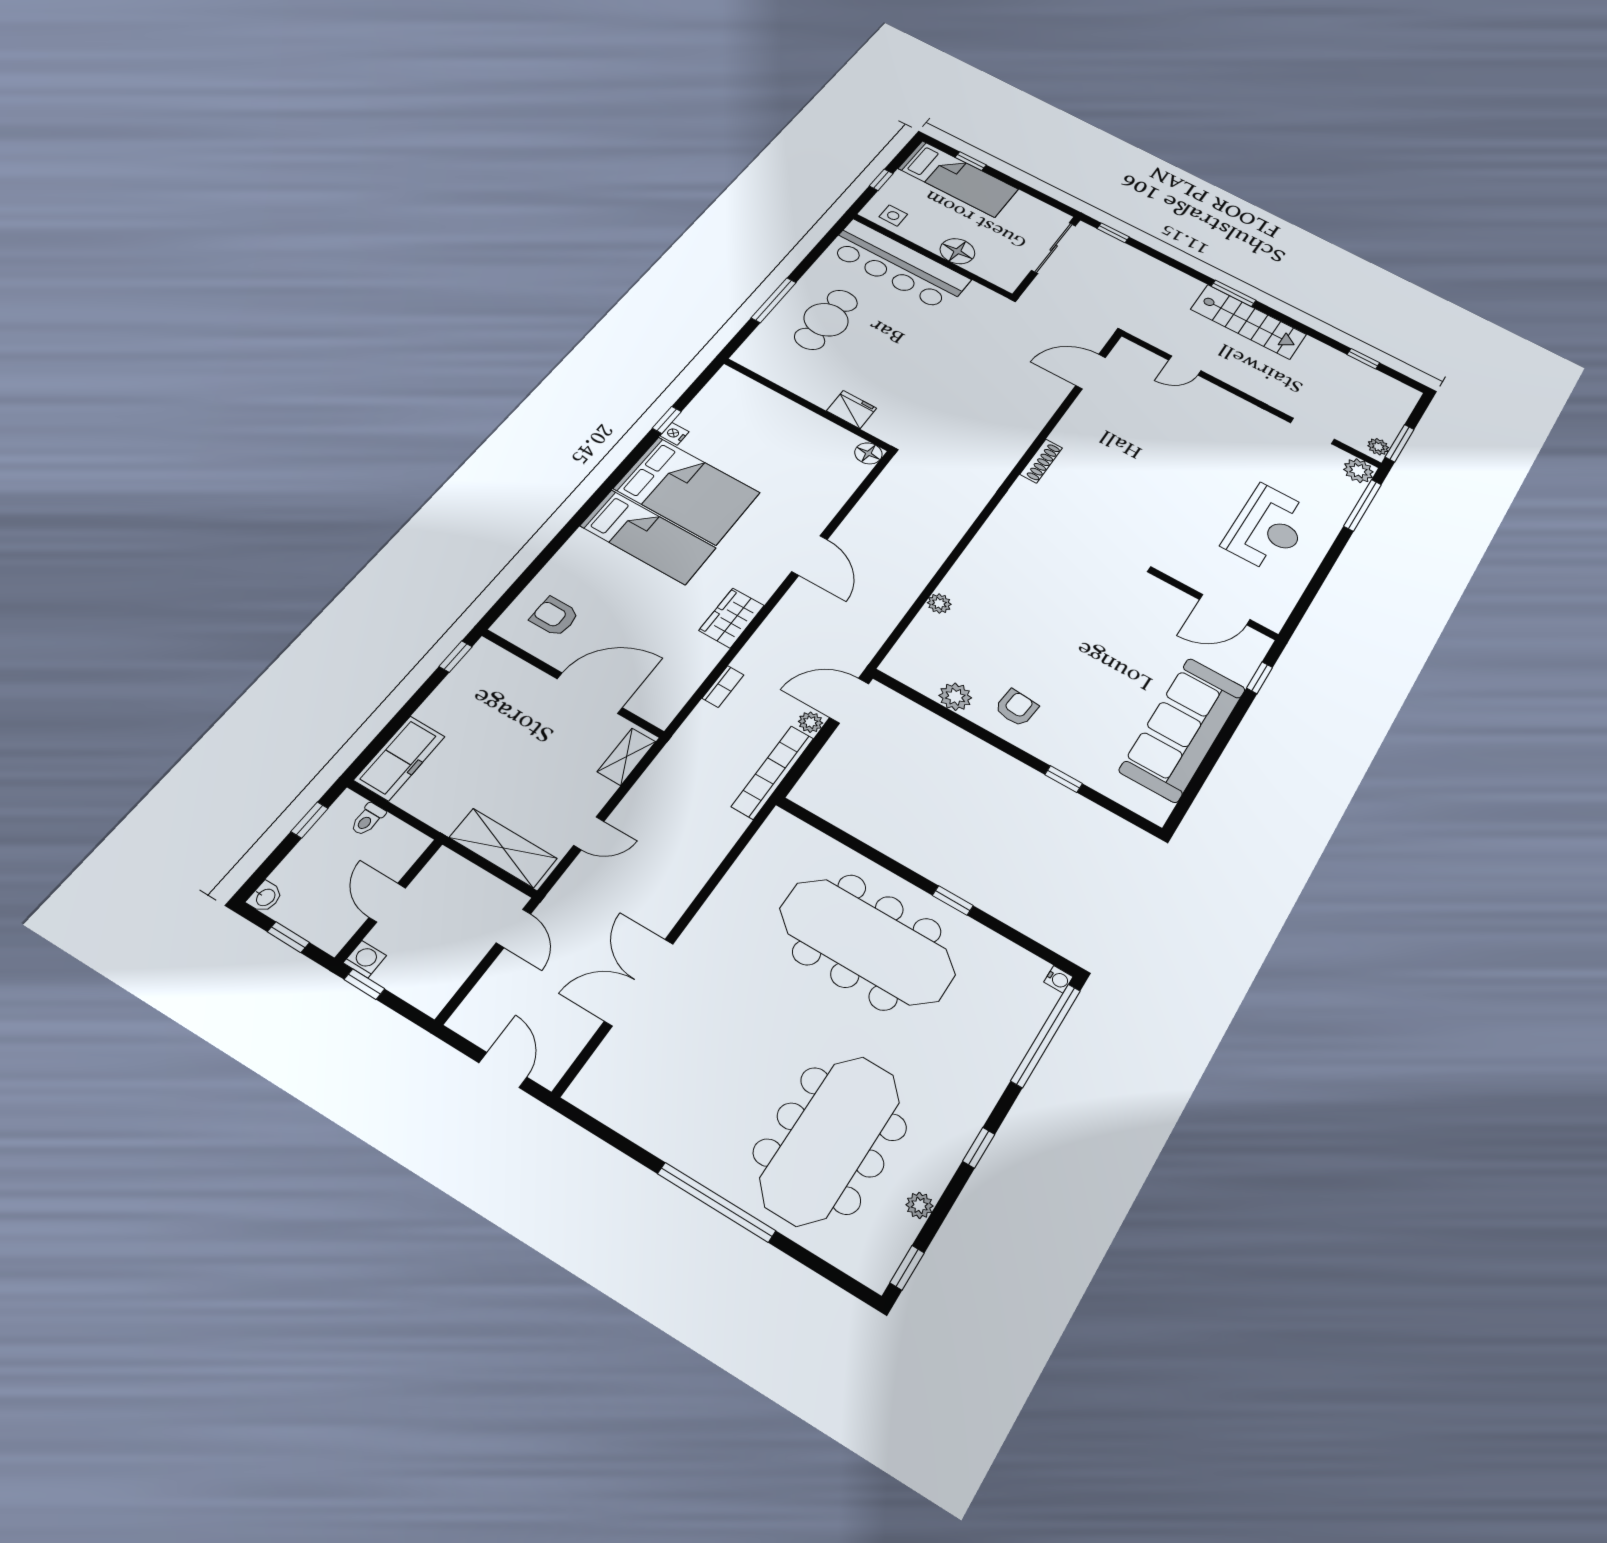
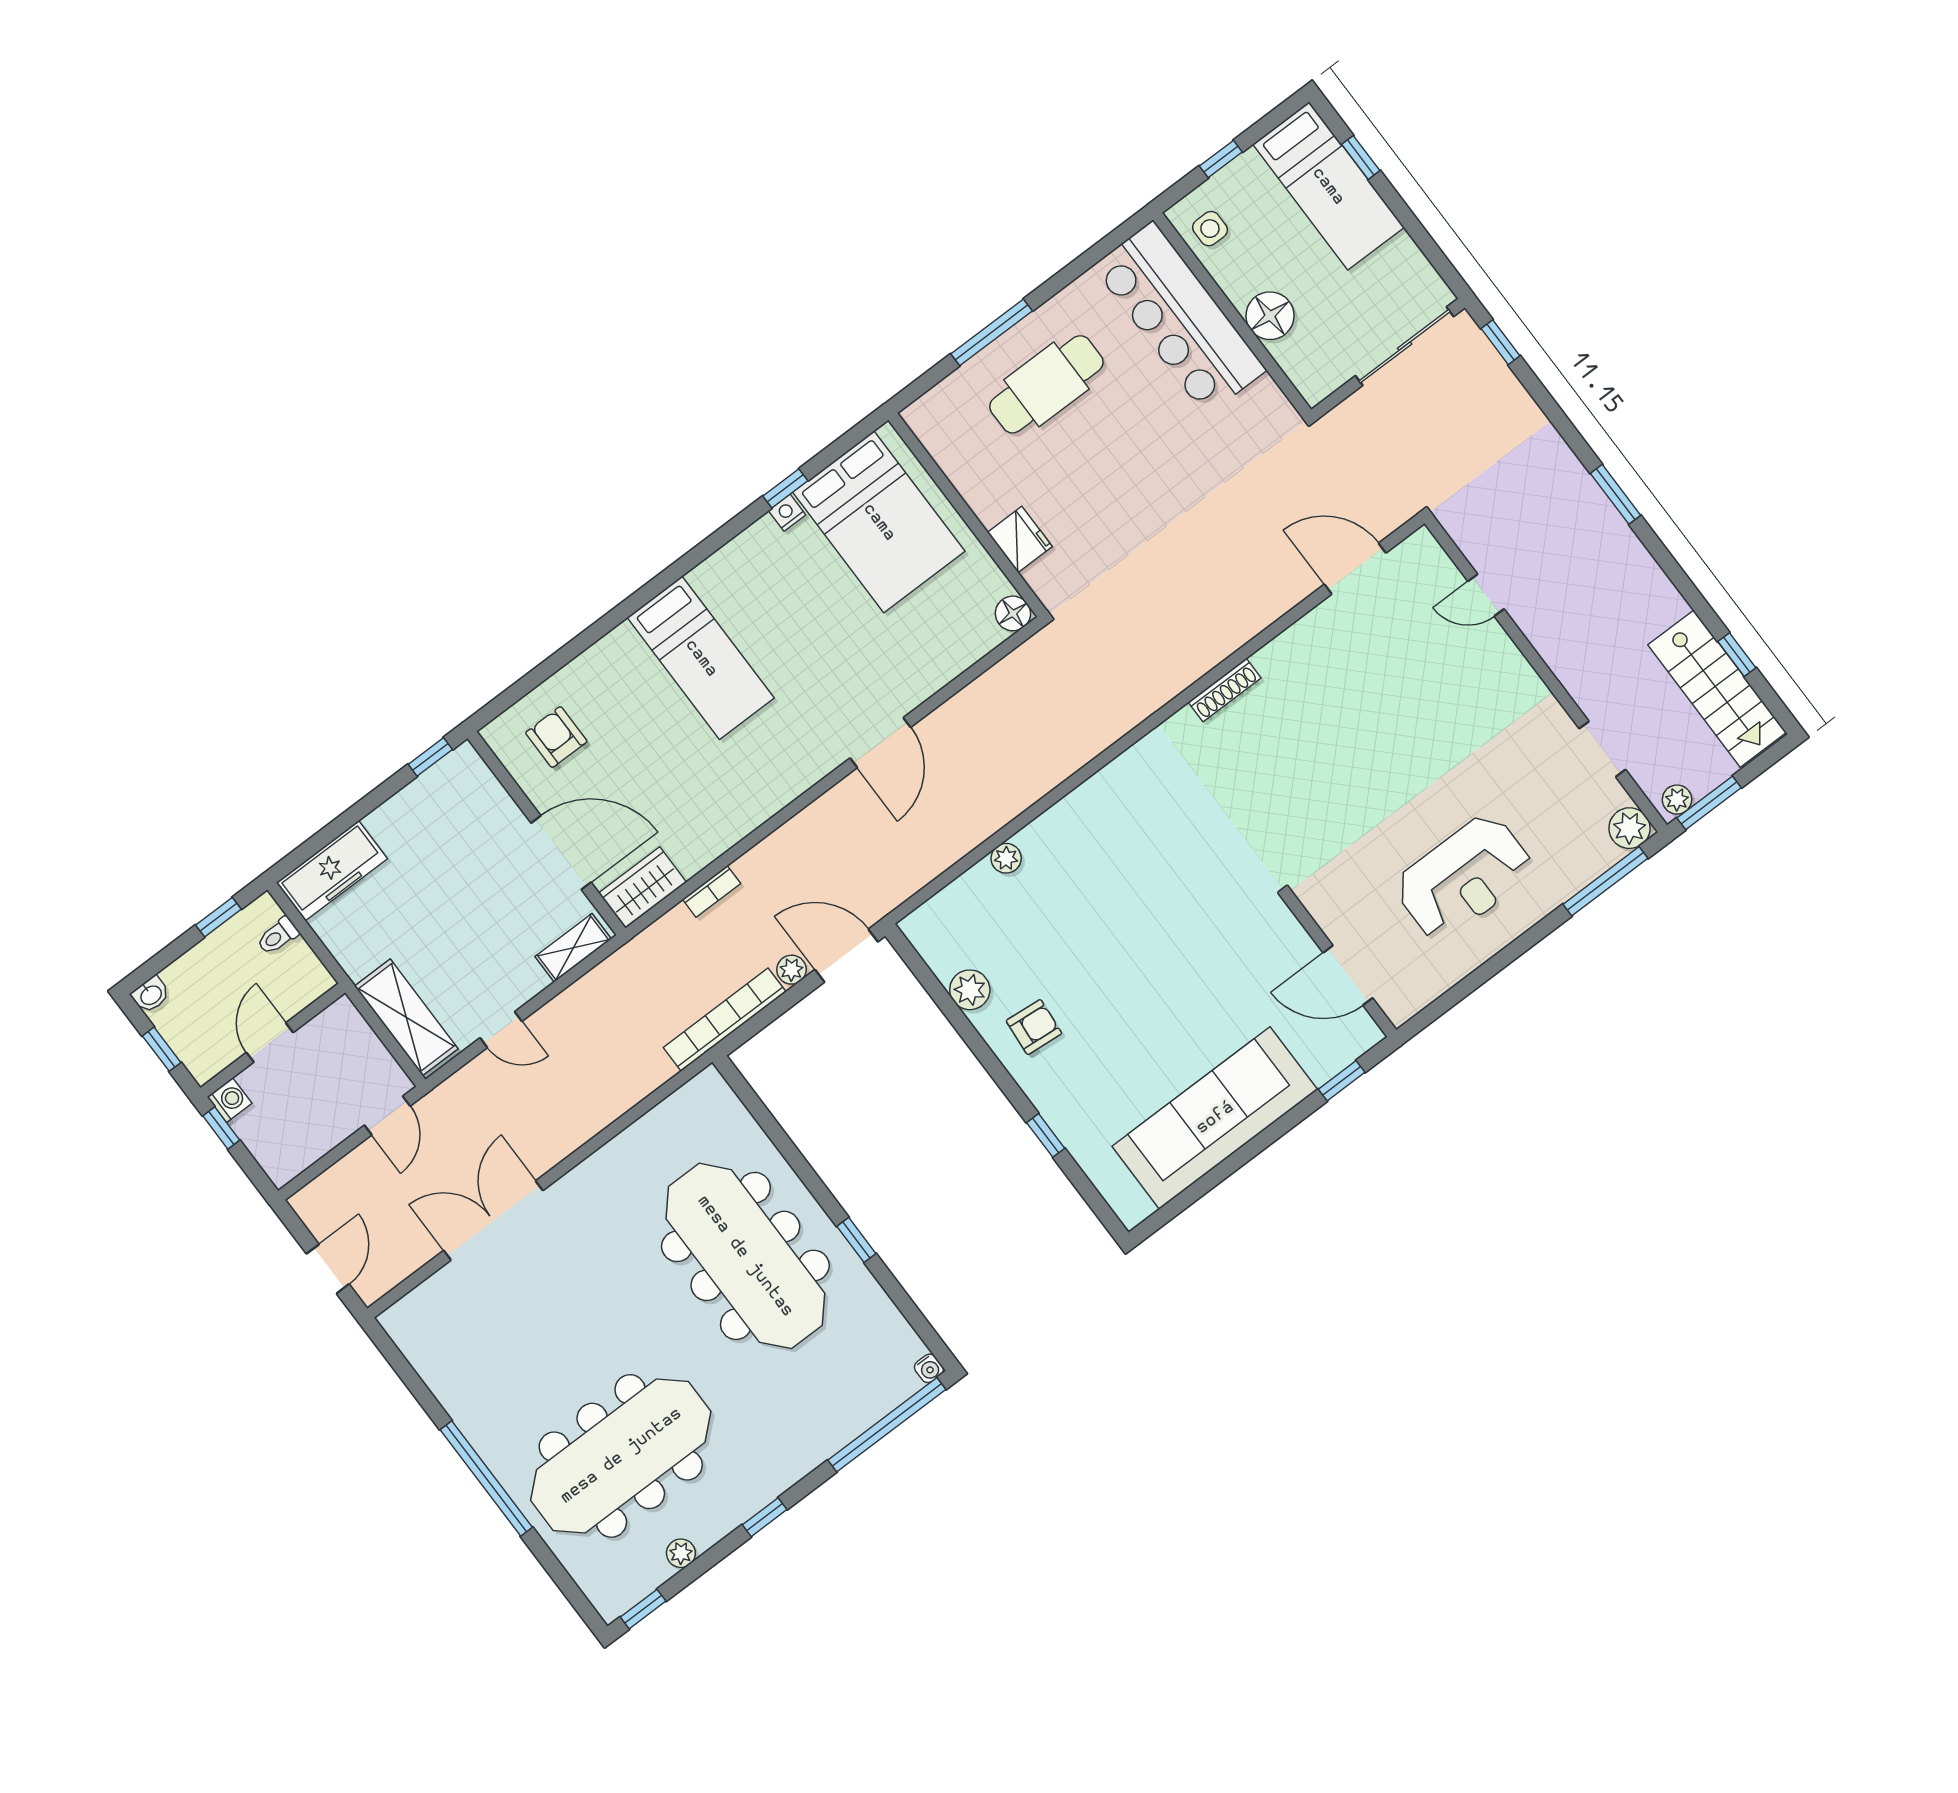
stairs: (1248, 322) -> (1717, 689), moved
bed: (687, 491) -> (879, 522), moved
wardrobe: (732, 618) -> (643, 888), moved

